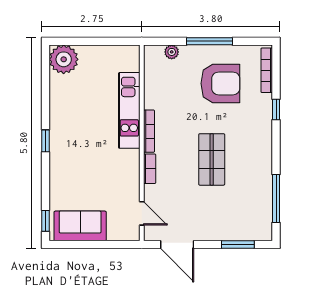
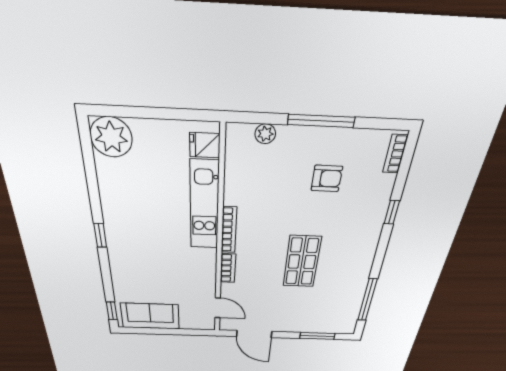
fridge: (129, 62) -> (205, 145), added
bookcase: (267, 70) -> (395, 154), width x0.64
armchair: (220, 83) -> (327, 179), width x0.53, depth x0.53

